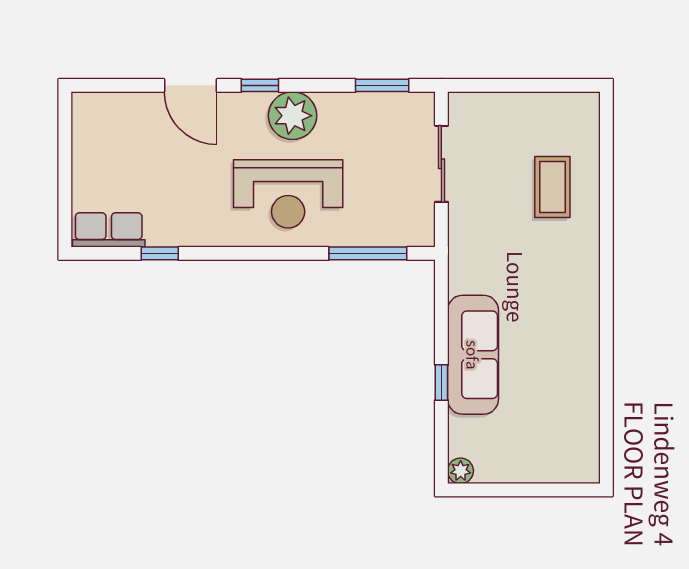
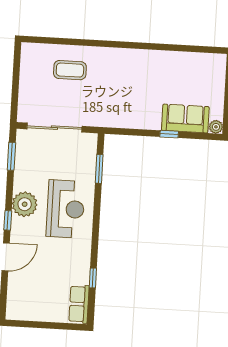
sliding door: (441, 164) -> (54, 128), width x1.37
window: (368, 253) -> (99, 169), width x0.69
sofa: (473, 355) -> (185, 119), moved, width x0.73

